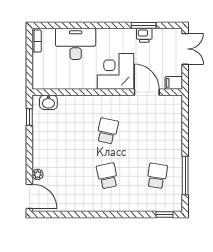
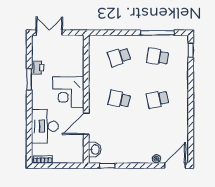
window: (144, 25) -> (29, 79), moved
filing cabinet: (174, 83) -> (78, 42), removed
door: (147, 92) -> (86, 124), moved
school desk: (157, 131) -> (119, 57), added

